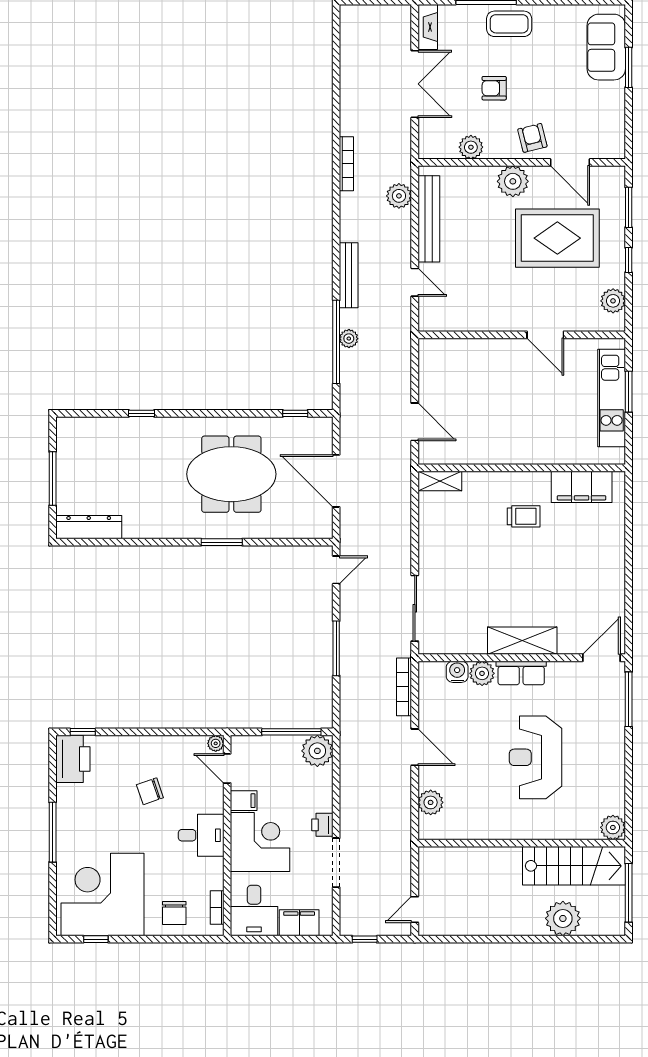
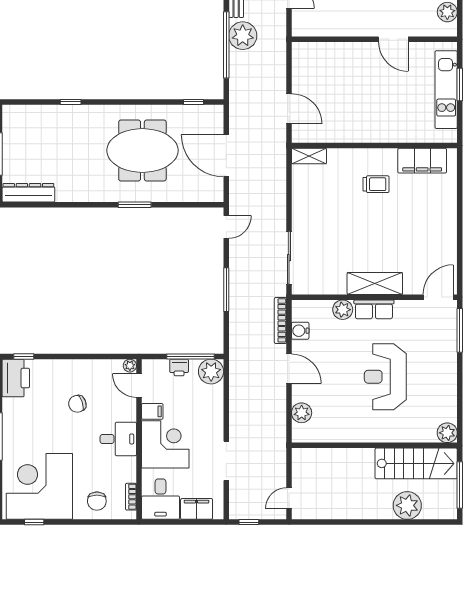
plant: (349, 339) -> (243, 36), width x1.88, depth x1.88
water cooler: (457, 672) -> (300, 331), moved, turned -90
printer: (322, 825) -> (179, 368), moved, turned -90

